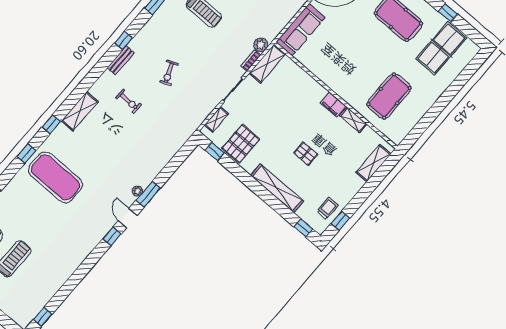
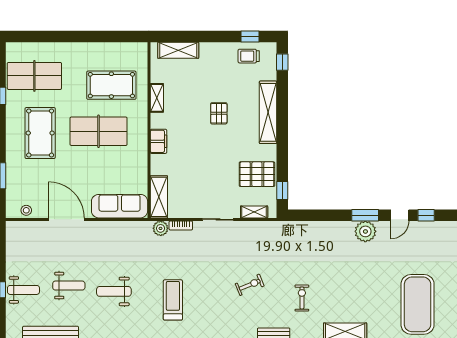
table tennis table: (365, 60) -> (99, 131), added
shelving: (267, 64) -> (159, 197), moved, turned 90
filing cabinet: (333, 105) -> (158, 141), moved
plant: (137, 191) -> (365, 231), width x1.88, depth x1.88

